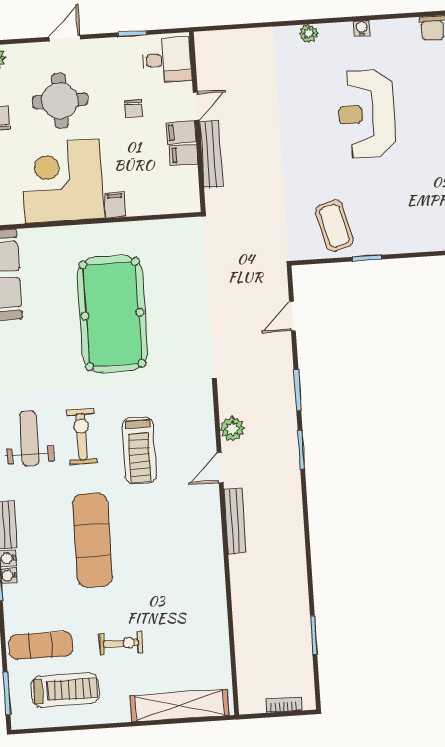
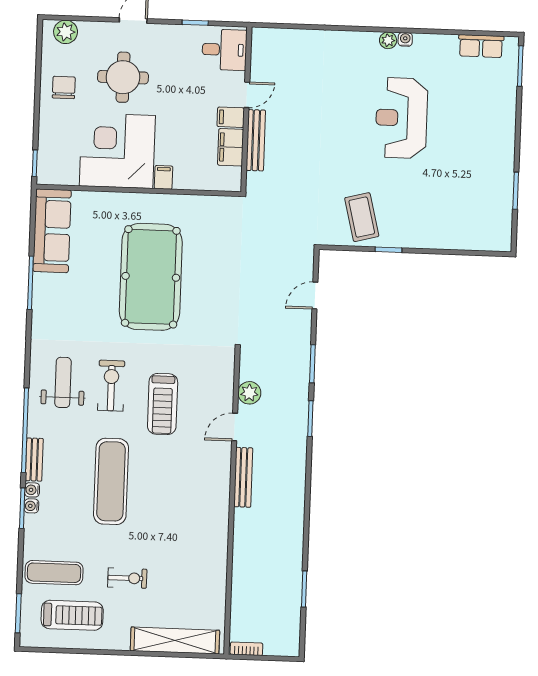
plant: (309, 33) -> (388, 40), moved
chair: (133, 108) -> (189, 91), removed
filing cabinet: (184, 155) -> (231, 147), width x2.00
bookcase: (284, 705) -> (246, 649), moved

